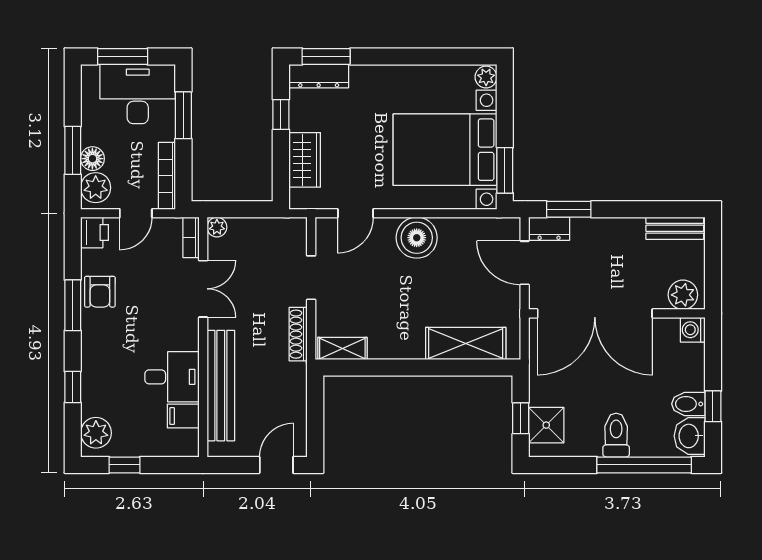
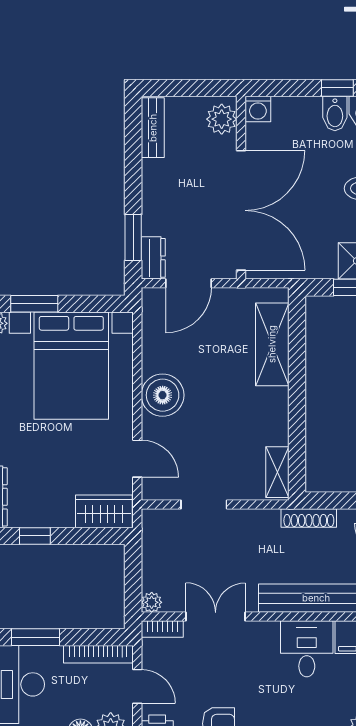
wardrobe: (305, 160) -> (104, 511), moved
window: (505, 170) -> (34, 304), moved
shoe rack: (298, 334) -> (309, 518), moved

